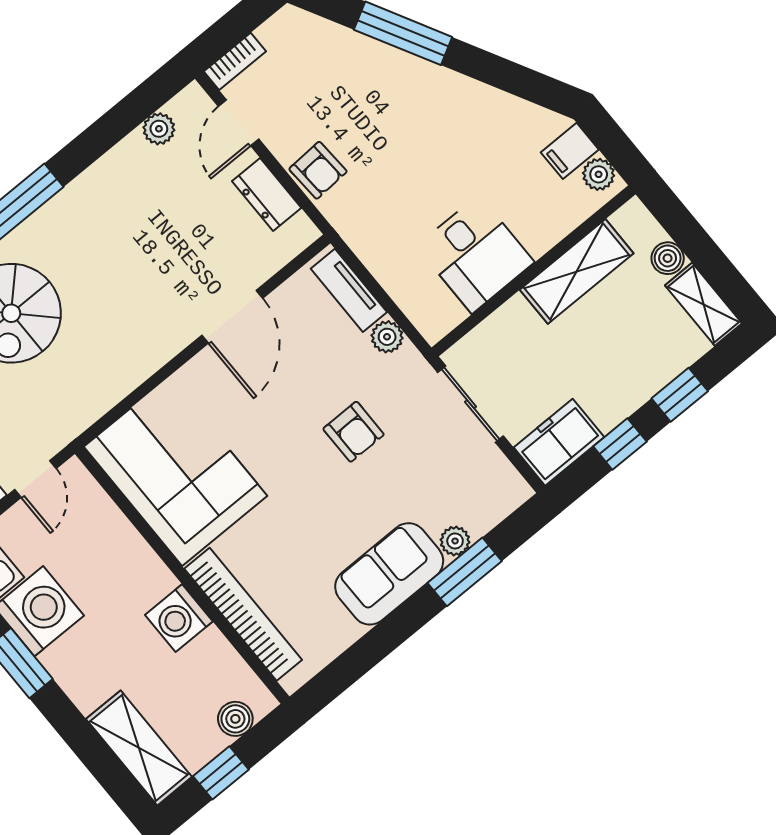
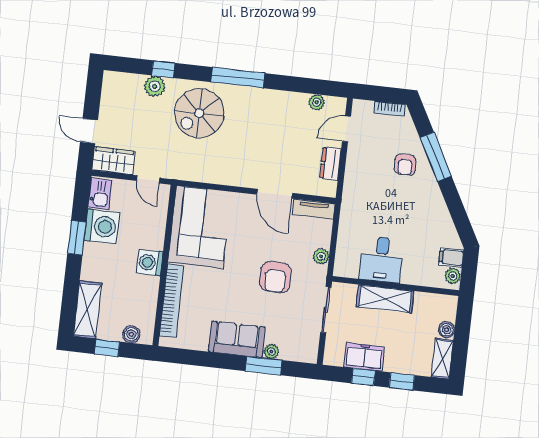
bookcase: (235, 61) -> (390, 109), moved
armchair: (318, 170) -> (405, 165), moved
shelving: (577, 271) -> (385, 299), moved
tv unit: (349, 290) -> (314, 209), moved, turned -90
door: (232, 317) -> (275, 194), hinge flipped
armchair: (354, 432) -> (275, 277), width x1.38, depth x1.38
freezer: (559, 442) -> (364, 357), moved
door: (35, 479) -> (148, 179), hinge flipped
washing machine: (179, 618) -> (150, 263), moved

